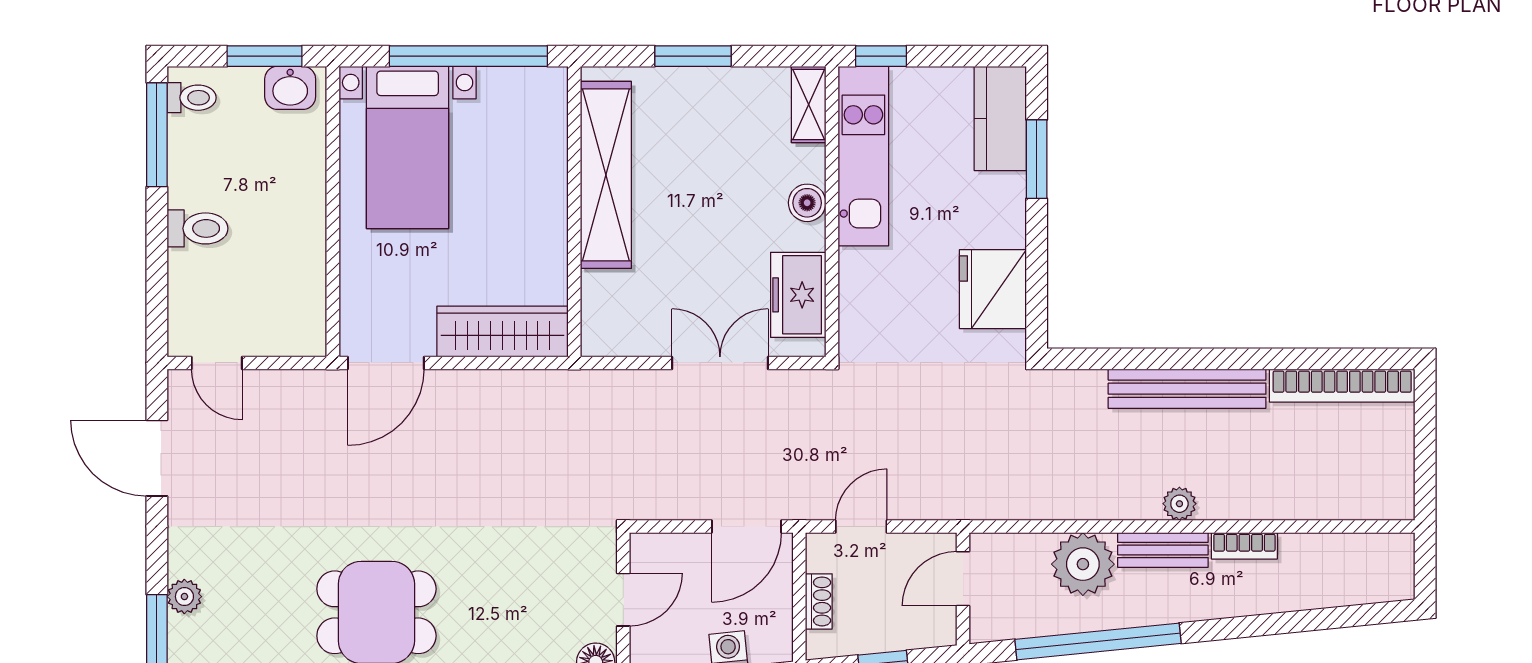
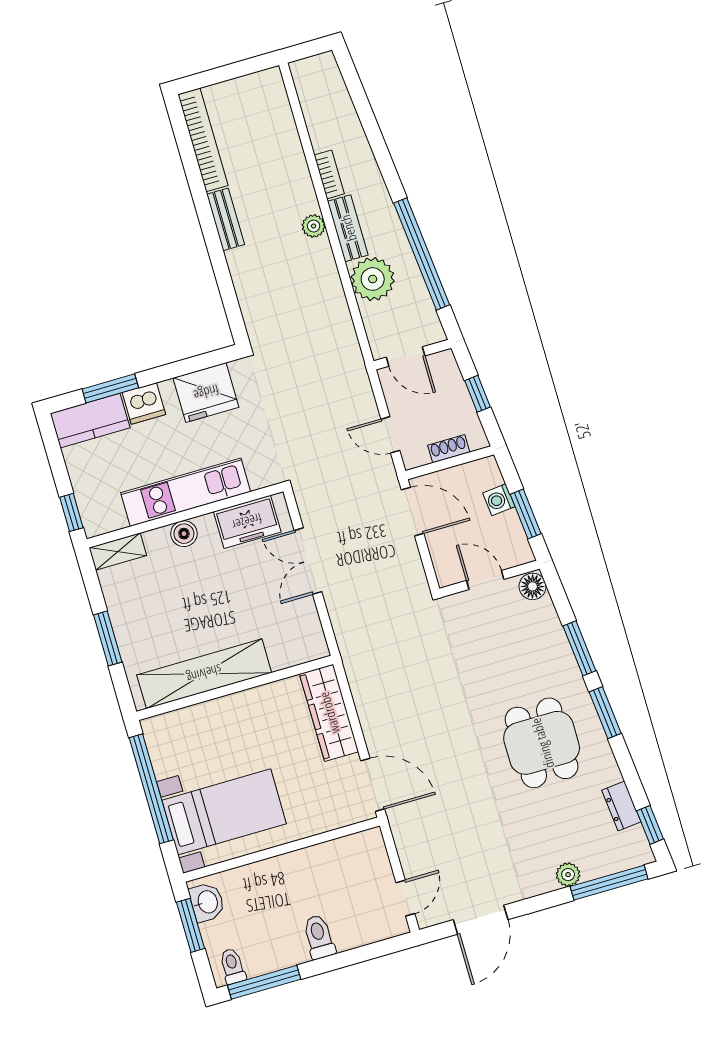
kitchen unit: (863, 156) -> (186, 492), moved
dishwasher: (1002, 199) -> (144, 403), added
bench: (1187, 389) -> (226, 219), width x0.54, depth x0.82

